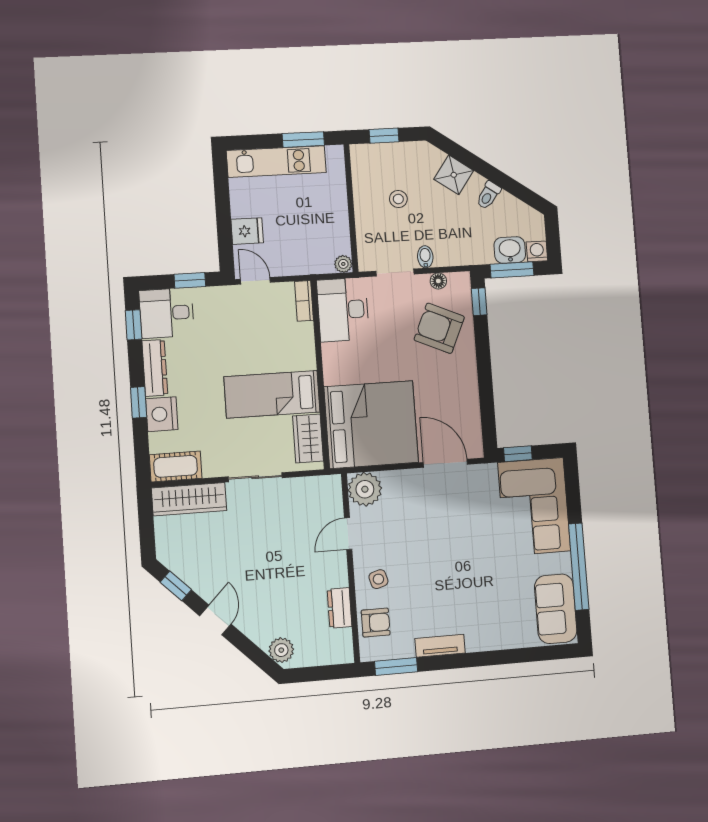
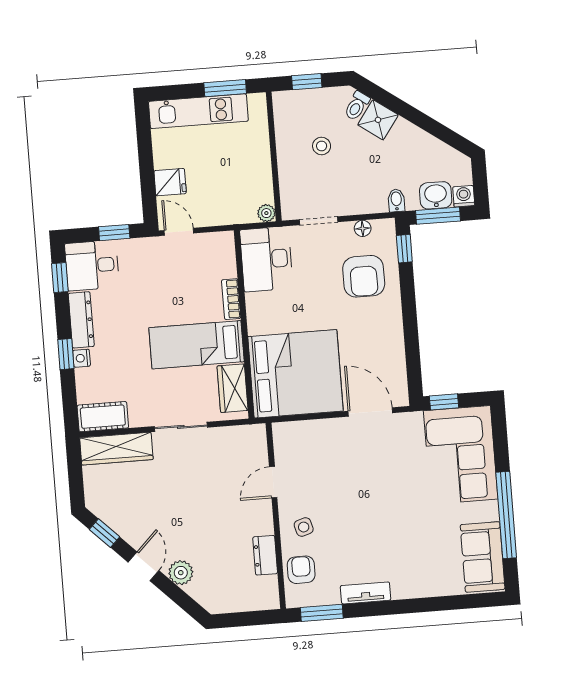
toilet: (488, 195) -> (357, 106), moved
bidet: (425, 257) -> (396, 200), moved
bookcase: (304, 301) -> (231, 299), moved
armchair: (439, 328) -> (364, 276), turned -114
nightstand: (162, 414) -> (82, 358), width x0.53, depth x0.56
plant: (365, 489) -> (290, 438), removed
armchair: (376, 623) -> (301, 570), turned -90
plant: (281, 650) -> (181, 573), moved

